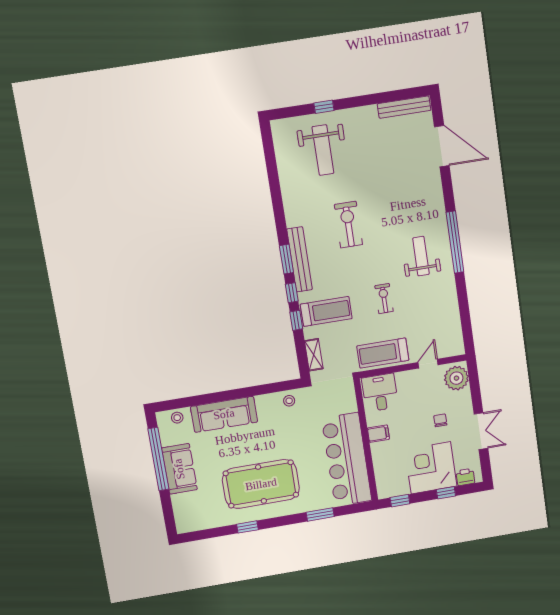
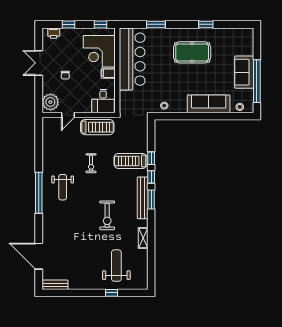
bench: (404, 107) -> (55, 285), width x0.73
shelving: (314, 355) -> (143, 238), moved
corner desk: (431, 468) -> (99, 51), moved, turned 90
pool table: (261, 484) -> (192, 52), width x0.73, depth x0.76

